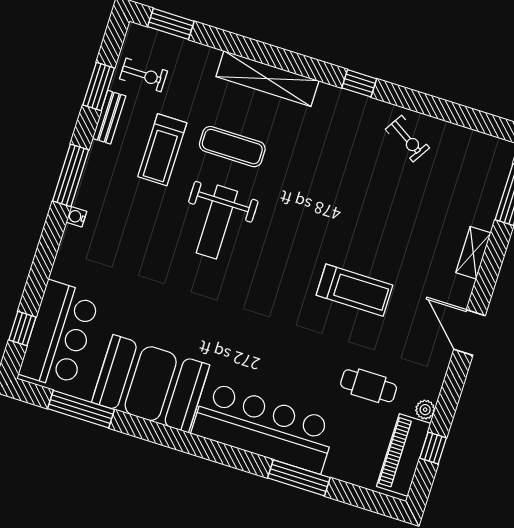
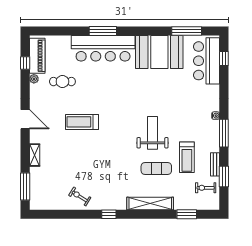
window: (171, 24) -> (187, 214), moved
treadmill: (162, 150) -> (187, 157), turned 180
window: (299, 478) -> (103, 31), moved

